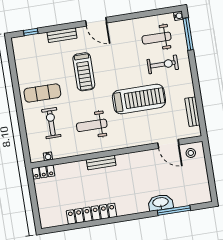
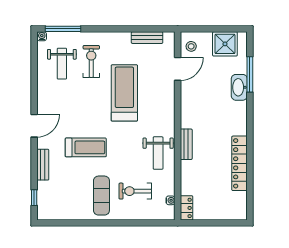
weight bench: (92, 125) -> (158, 153), moved
shower: (198, 183) -> (225, 44), added

